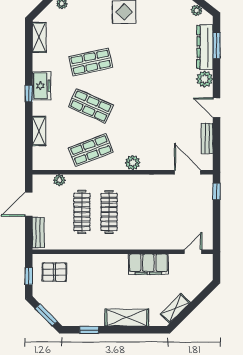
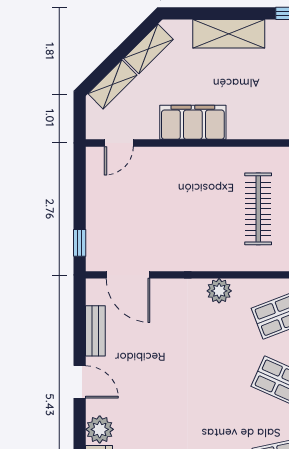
shelving: (197, 287) -> (113, 84), added

